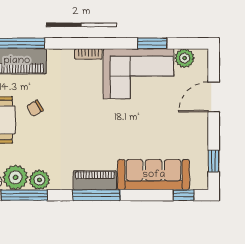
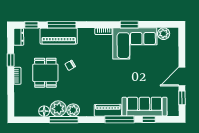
window: (152, 43) -> (129, 25), moved
door: (214, 97) -> (182, 76), moved
window: (96, 195) -> (120, 119), moved
window: (184, 195) -> (149, 119), moved

